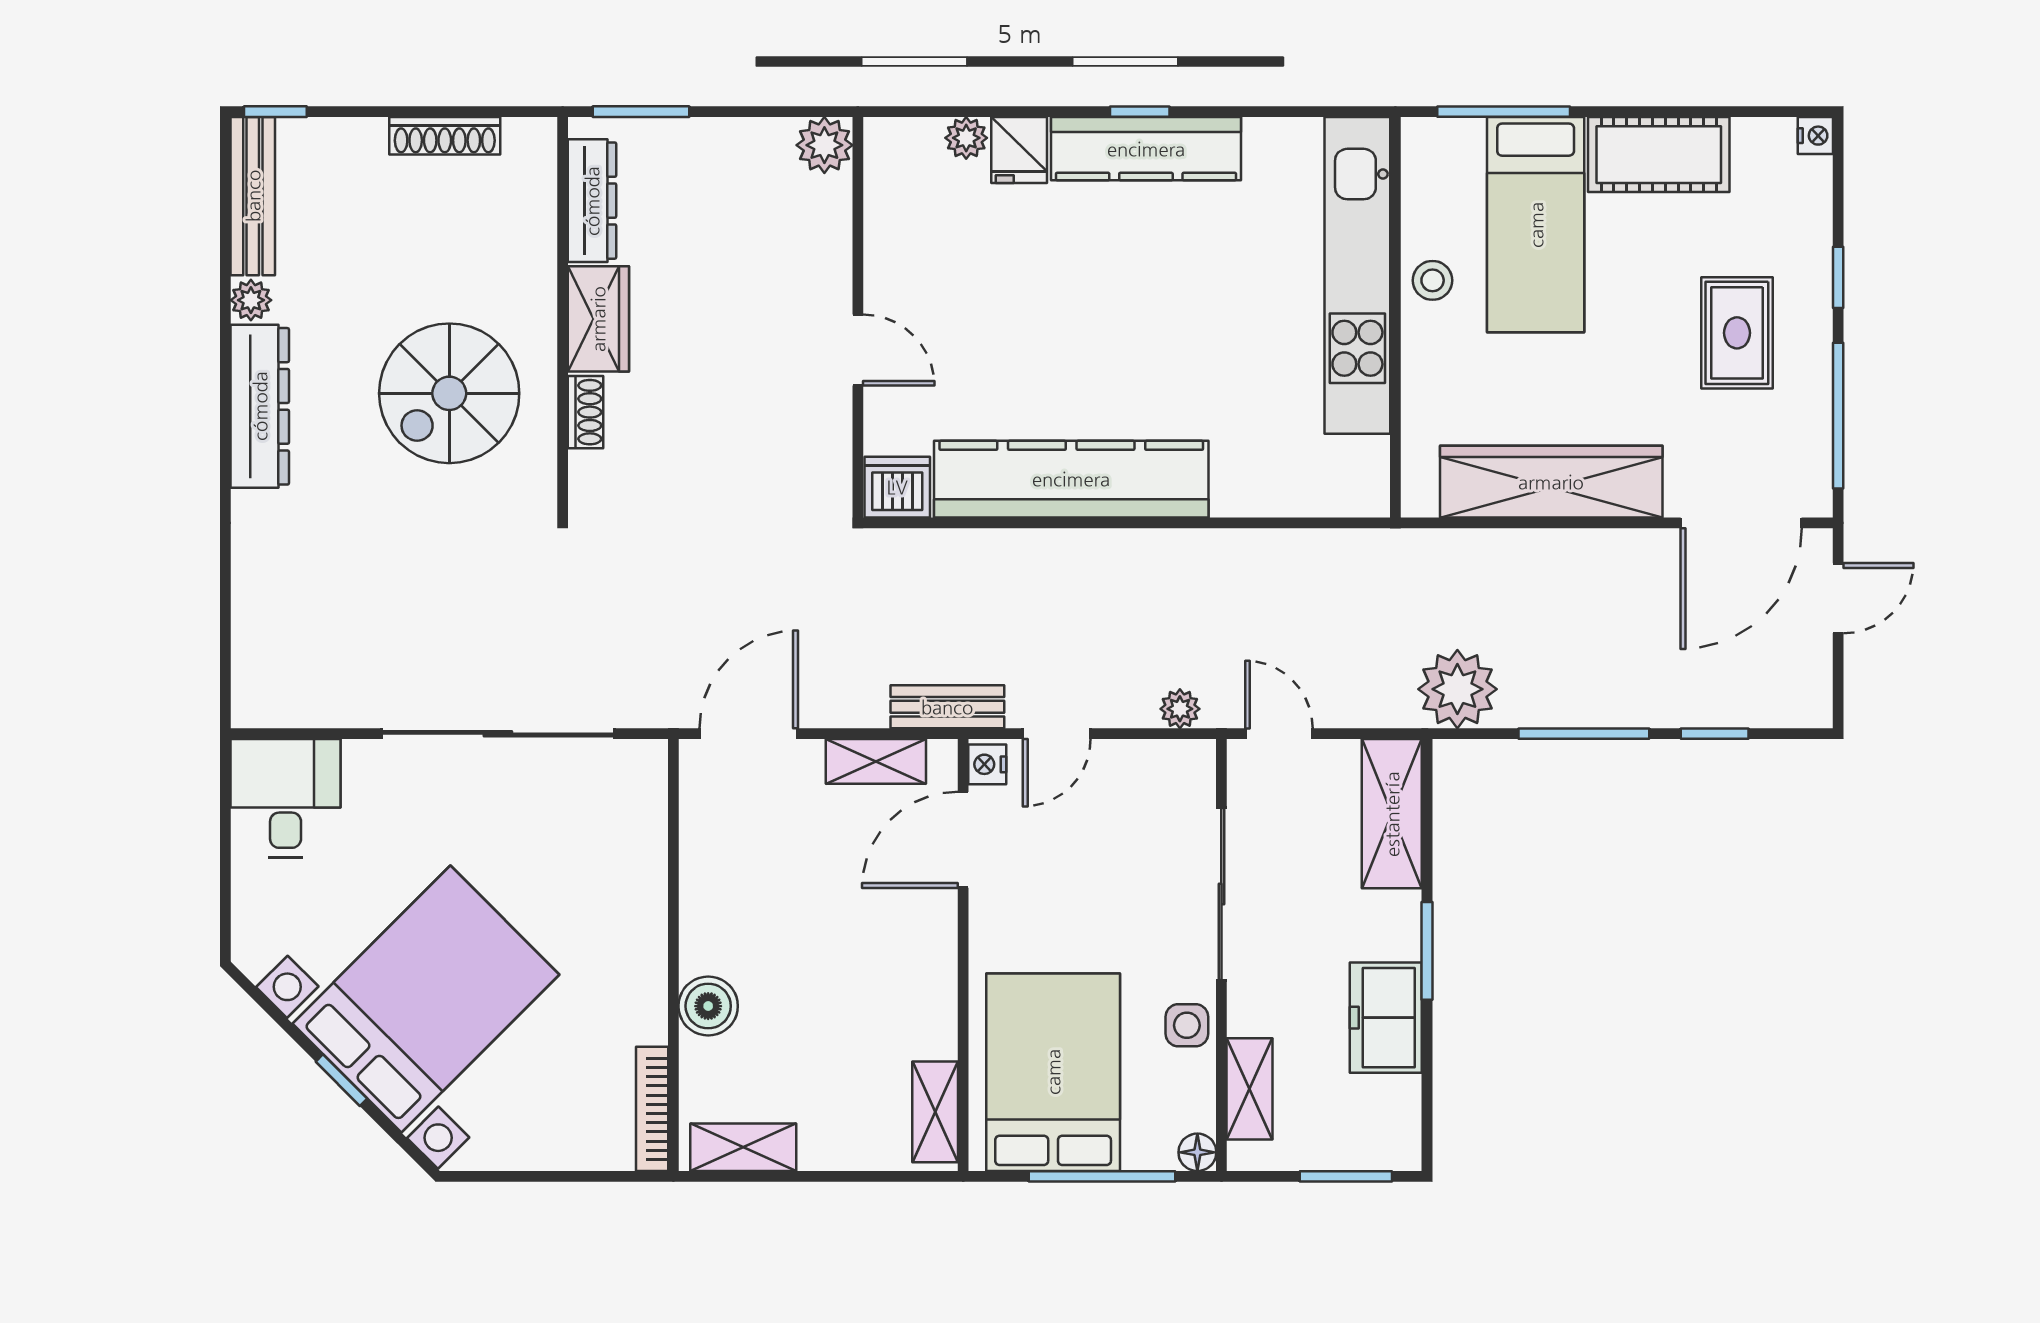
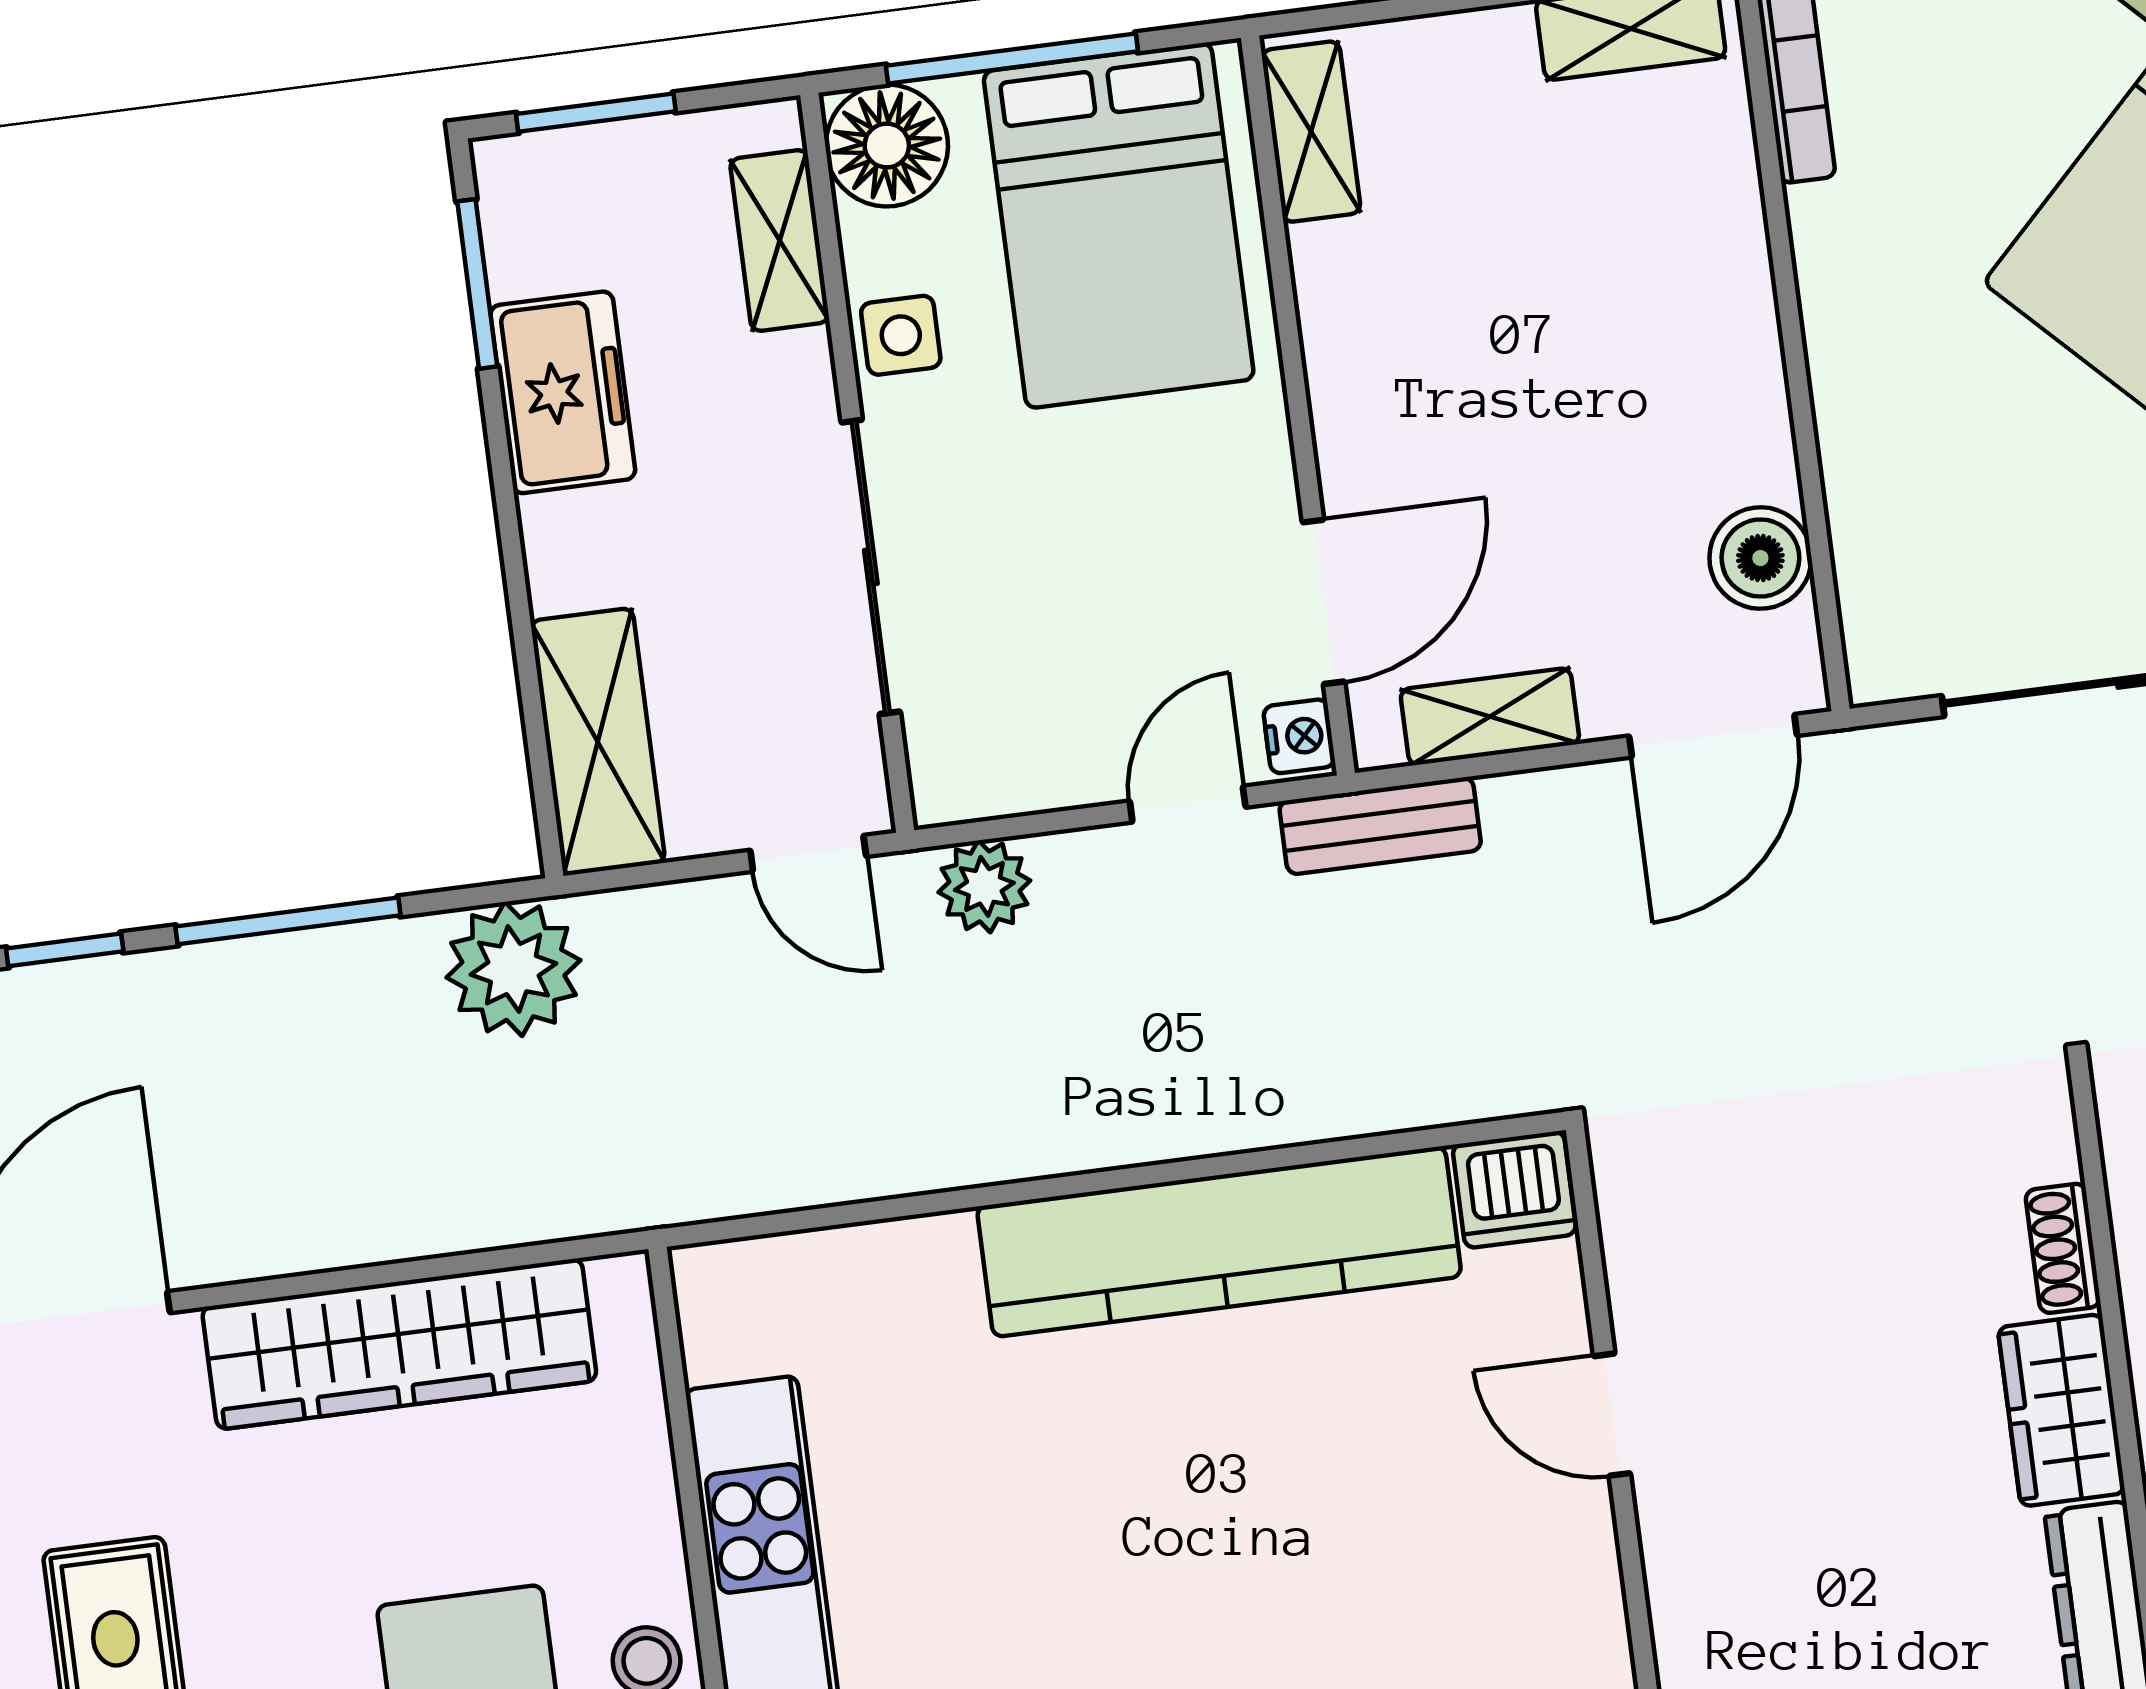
plant: (1180, 709) -> (984, 886), width x1.38, depth x1.38
window: (1427, 951) -> (477, 284), moved
boiler: (708, 1006) -> (1760, 558), moved
floor lamp: (1197, 1152) -> (887, 146), width x1.89, depth x1.89

